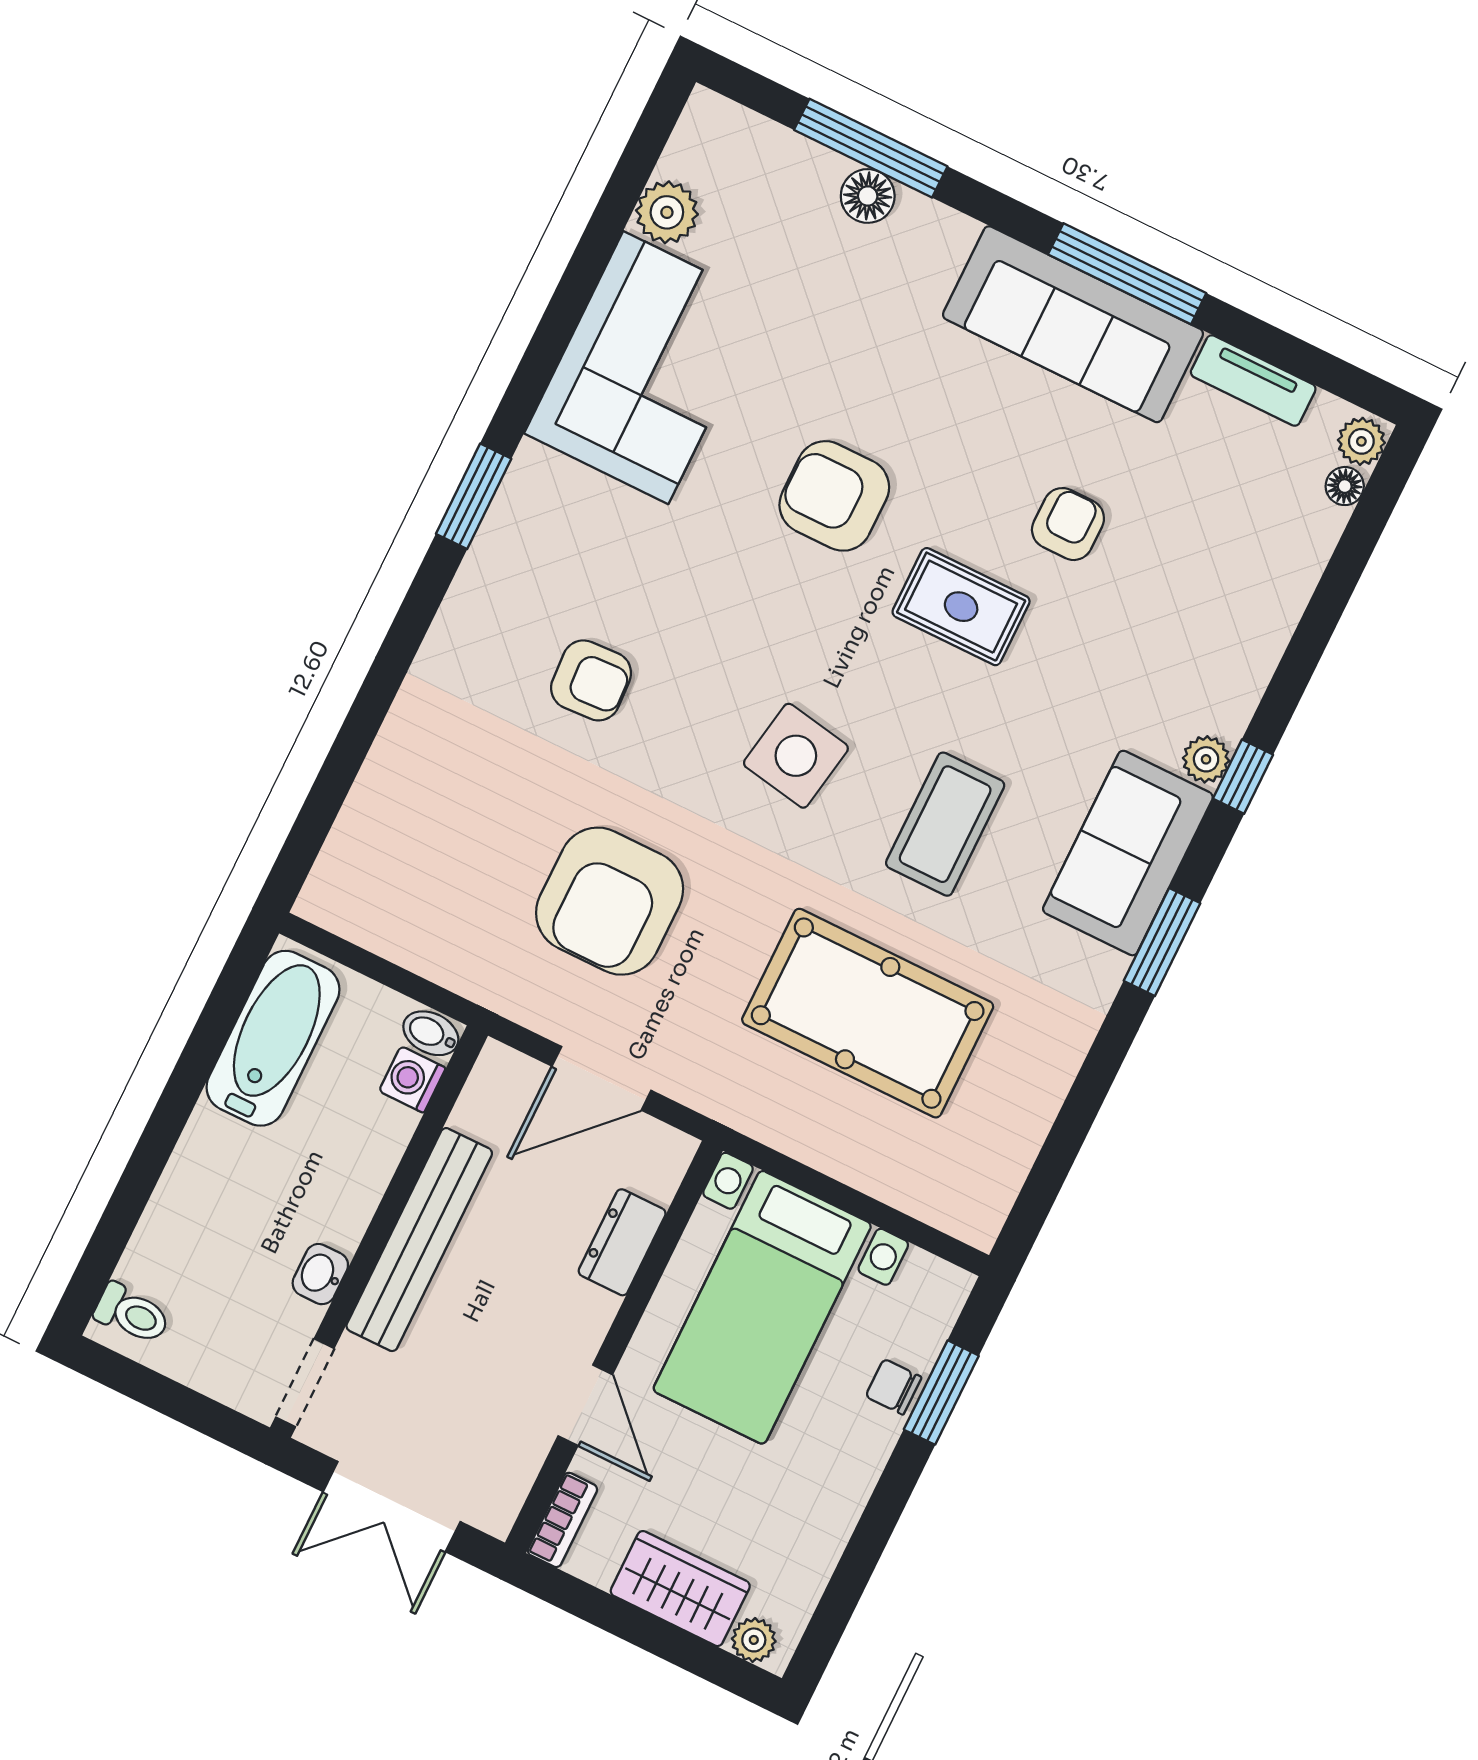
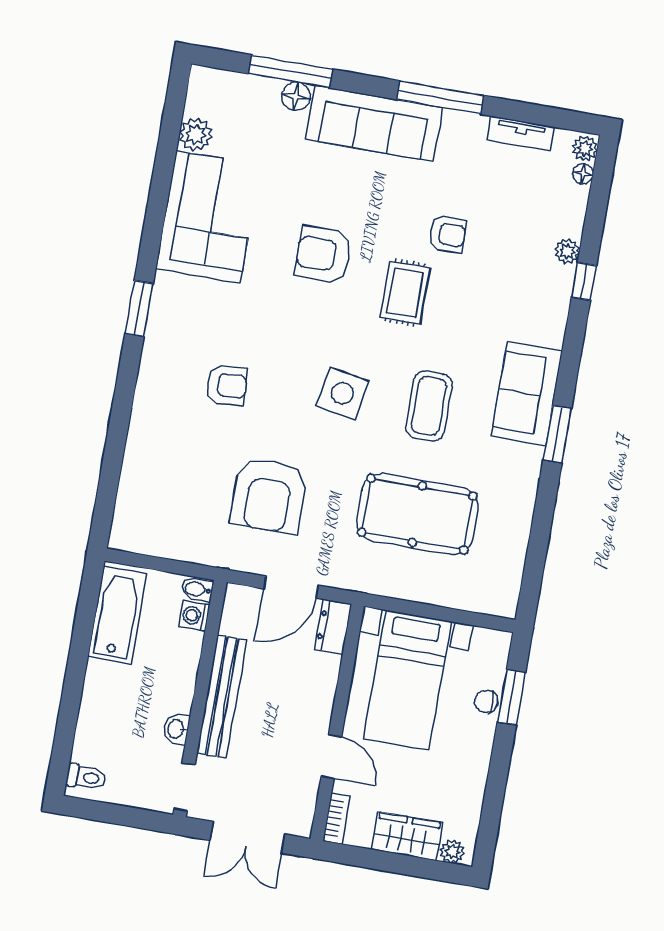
sofa: (1073, 324) -> (374, 123), moved
armchair: (1068, 524) -> (447, 234), turned 90
rug: (961, 607) -> (405, 292), turned 90
plant: (1206, 759) -> (567, 251), moved
window: (1243, 777) -> (584, 281), moved
dresser: (622, 1242) -> (333, 627), moved

